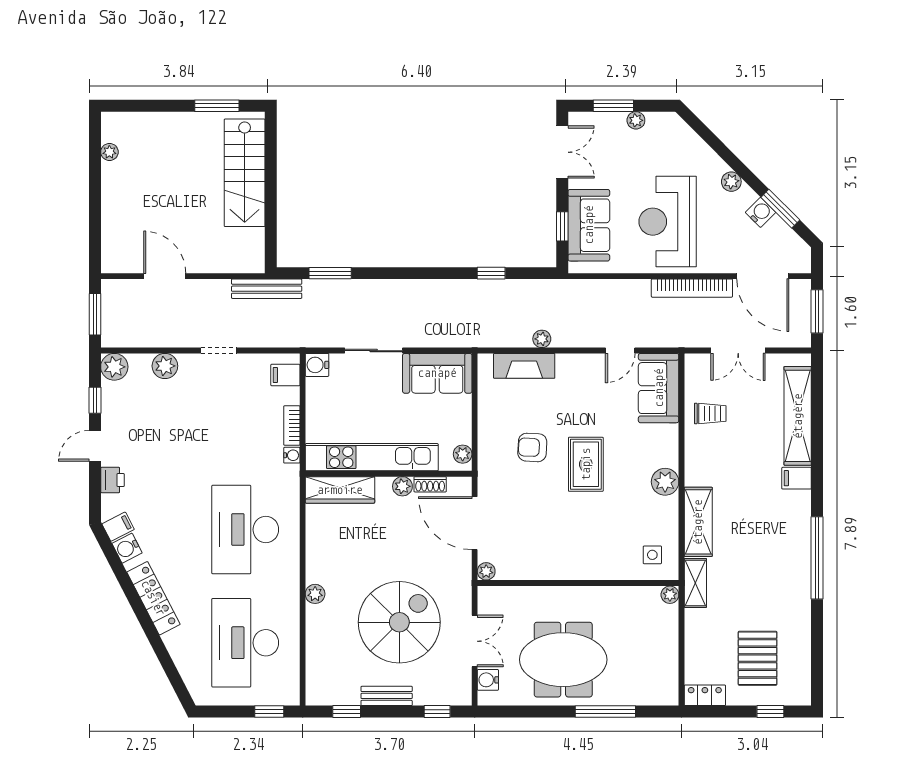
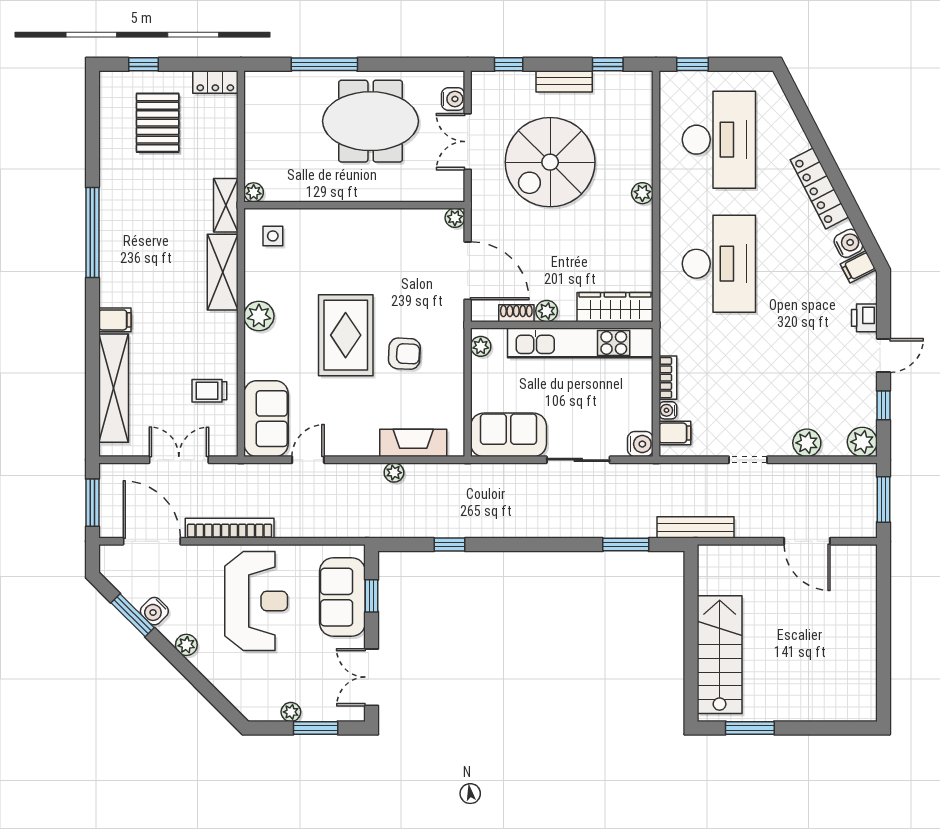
plant: (109, 152) -> (868, 677), removed
water cooler: (292, 455) -> (668, 410), moved
rug: (586, 464) -> (346, 335), width x1.36, depth x1.43

